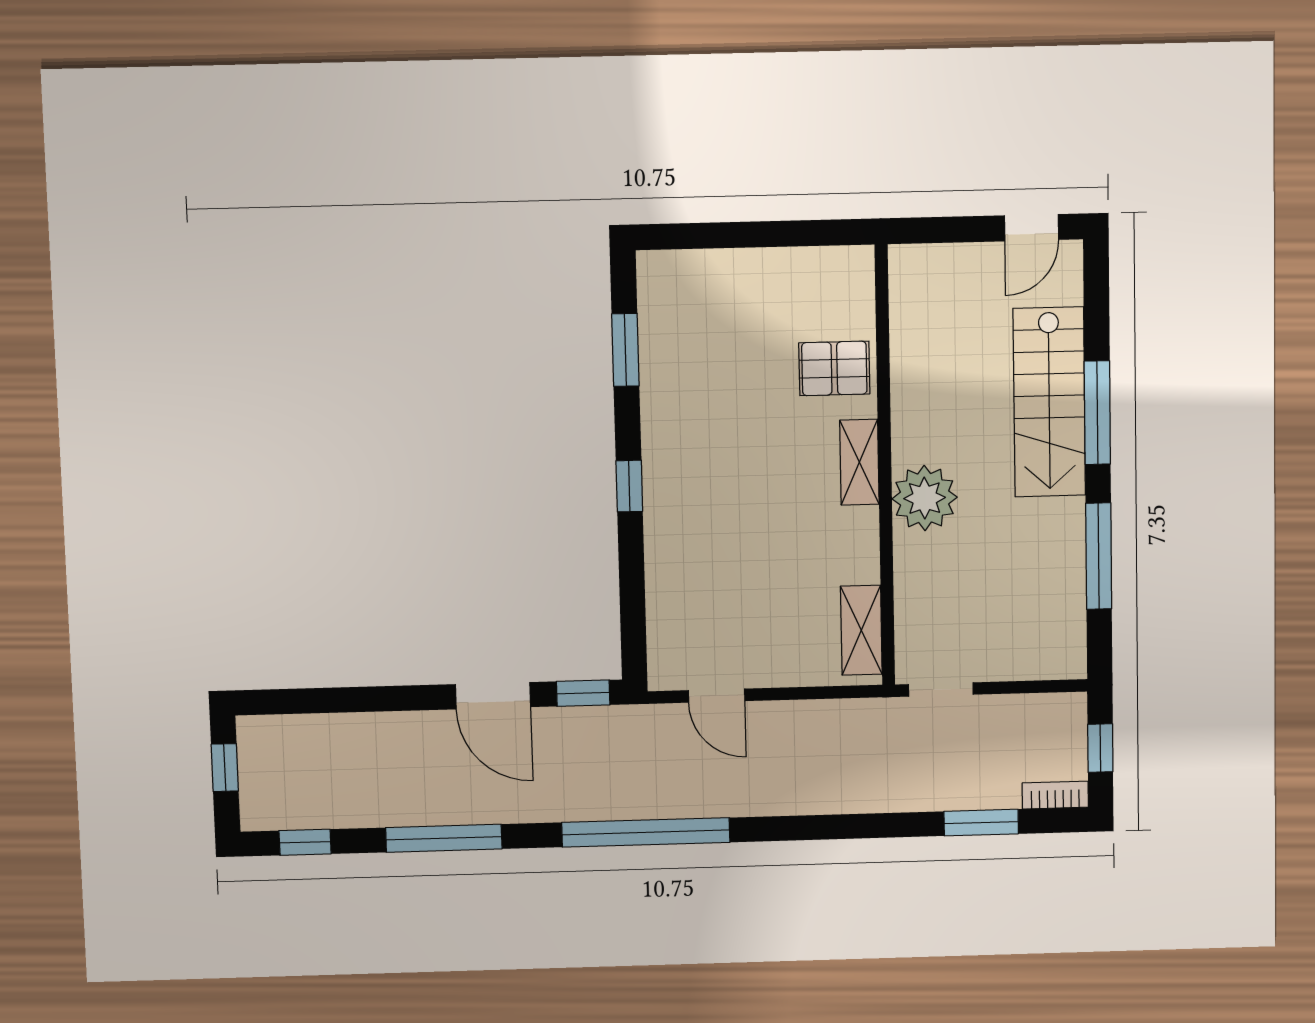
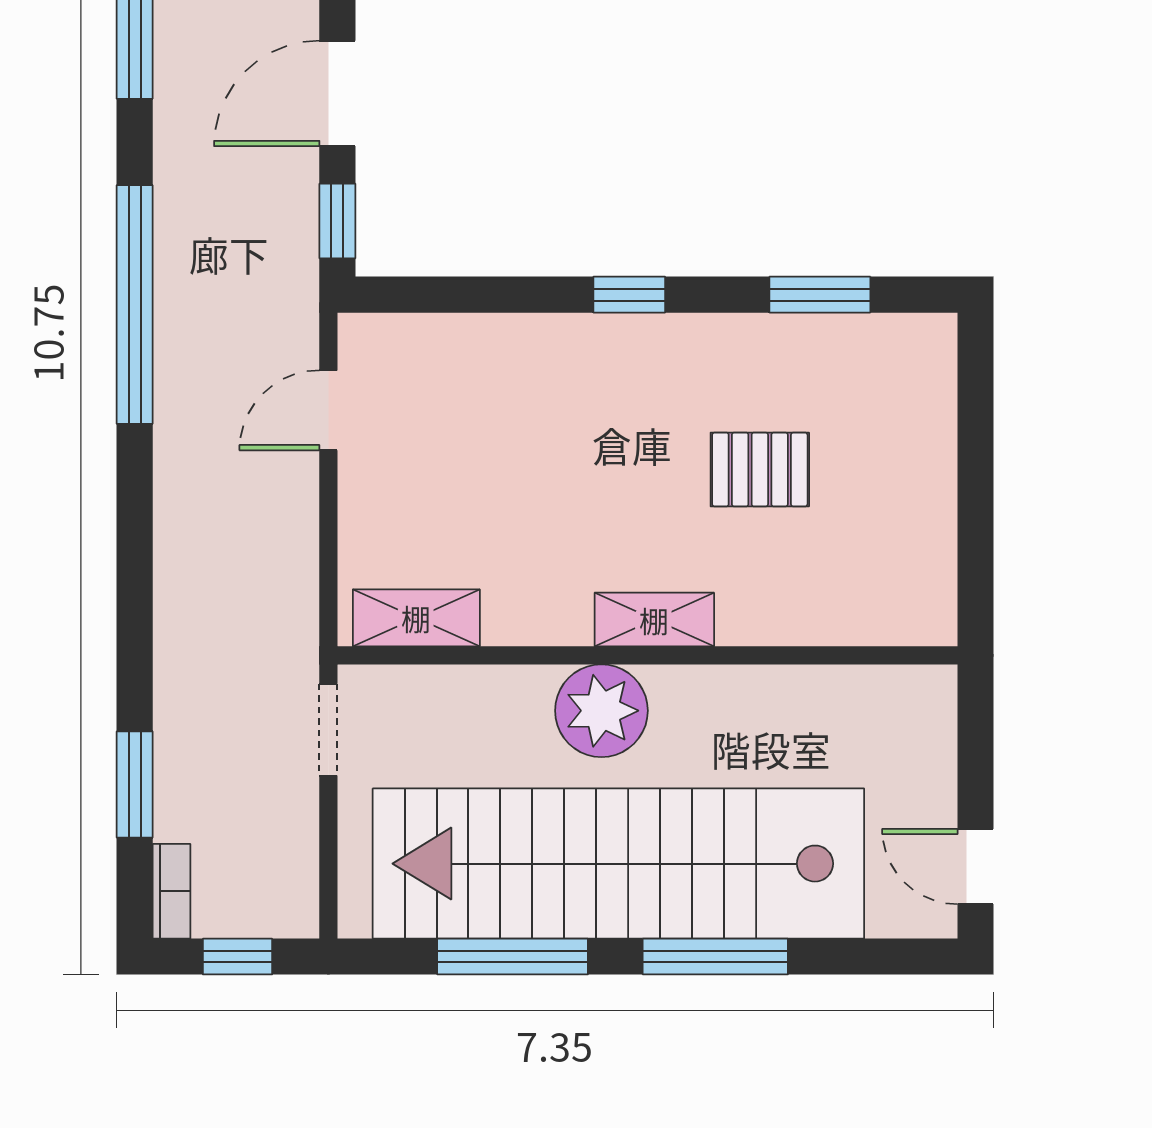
pallet: (834, 368) -> (760, 469), moved, turned 90
stairs: (1049, 402) -> (618, 864), width x1.86, depth x1.51

